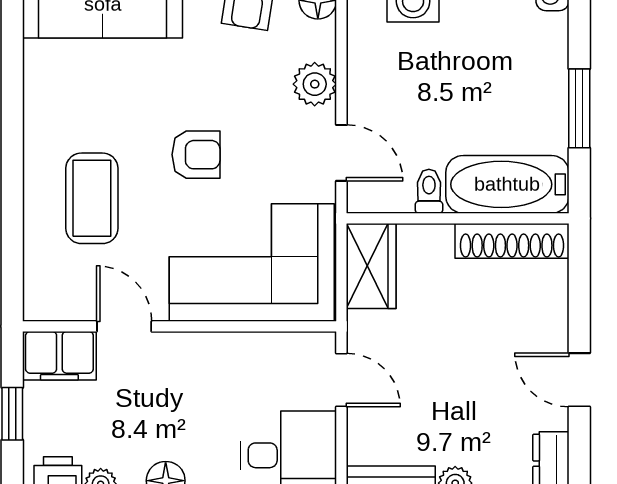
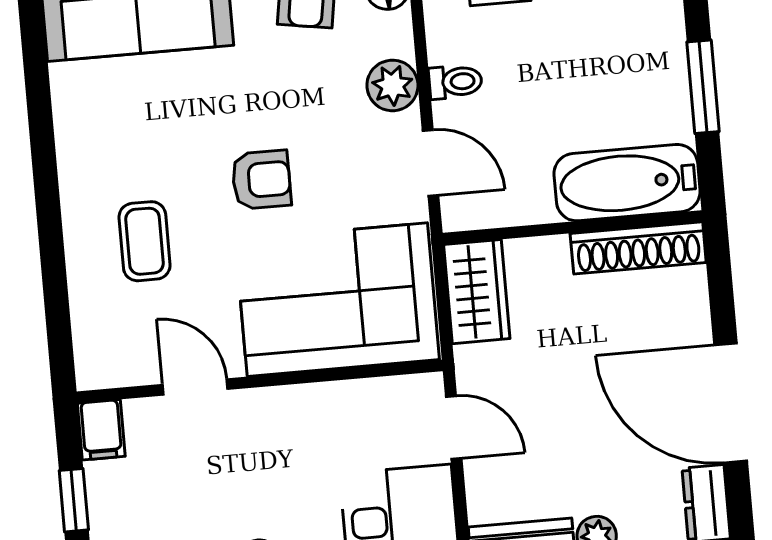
toilet: (429, 191) -> (455, 82), moved, turned 90
coffee table: (92, 198) -> (145, 241), width x0.73, depth x0.77
filing cabinet: (59, 356) -> (101, 430), width x0.50
door: (579, 380) -> (731, 403), width x1.87

